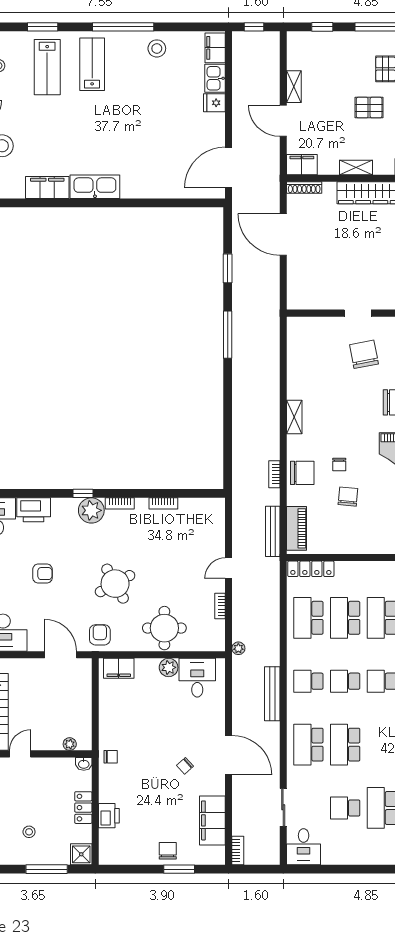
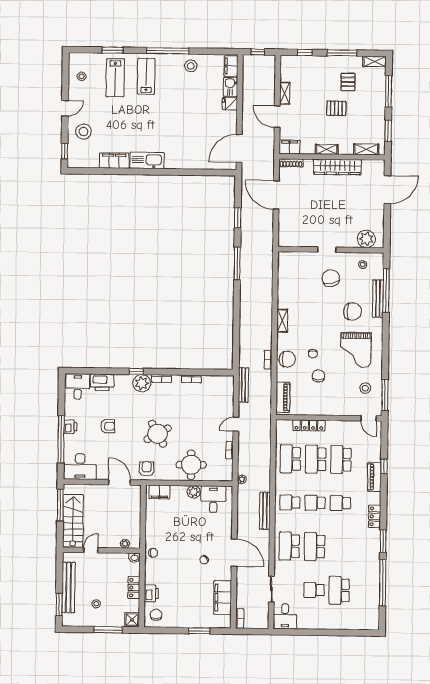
bench: (273, 531) -> (243, 385), moved
locker: (311, 569) -> (309, 425), moved
chair: (168, 851) -> (156, 615), moved

